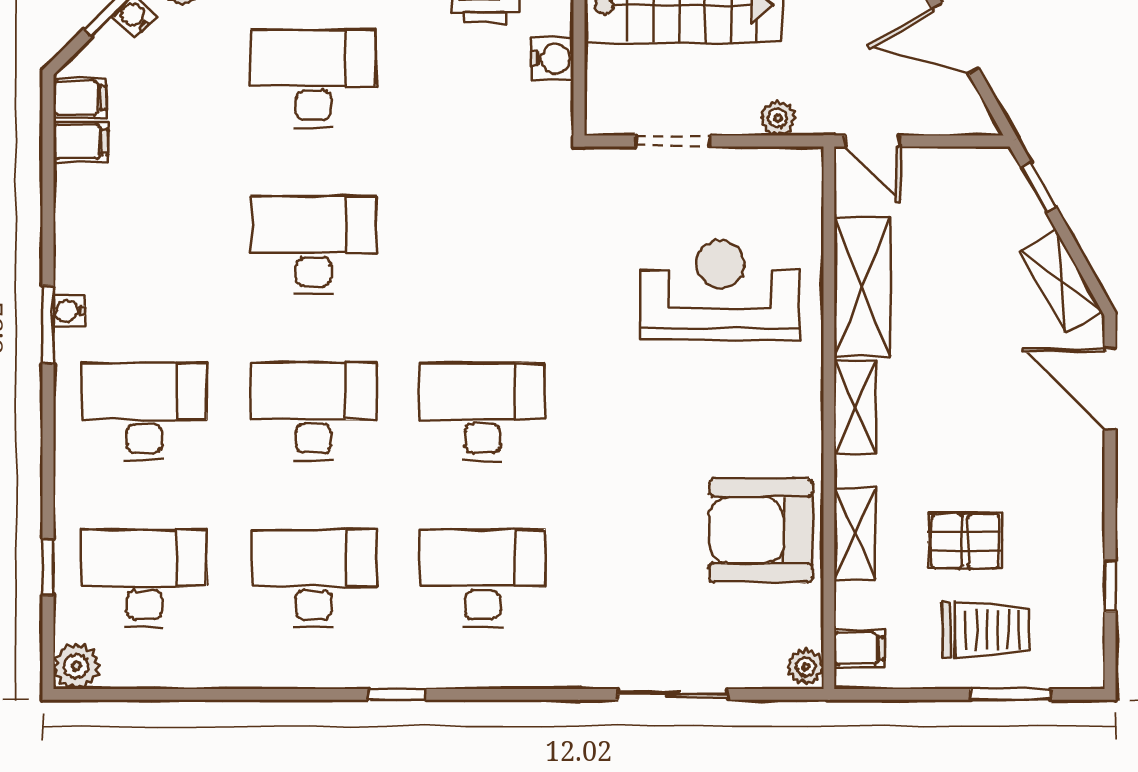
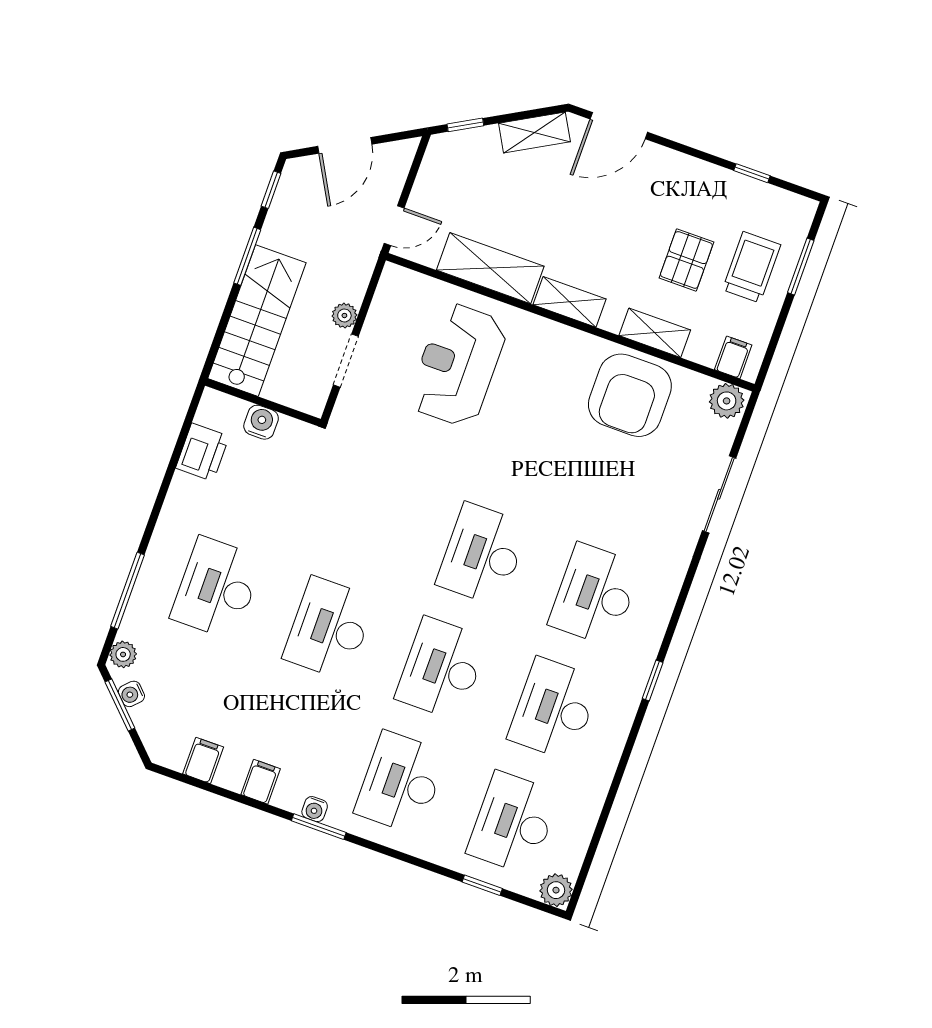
filing cabinet: (80, 98) -> (261, 782), moved
plant: (778, 118) -> (344, 316), moved
plant: (806, 667) -> (727, 401), width x1.38, depth x1.38

